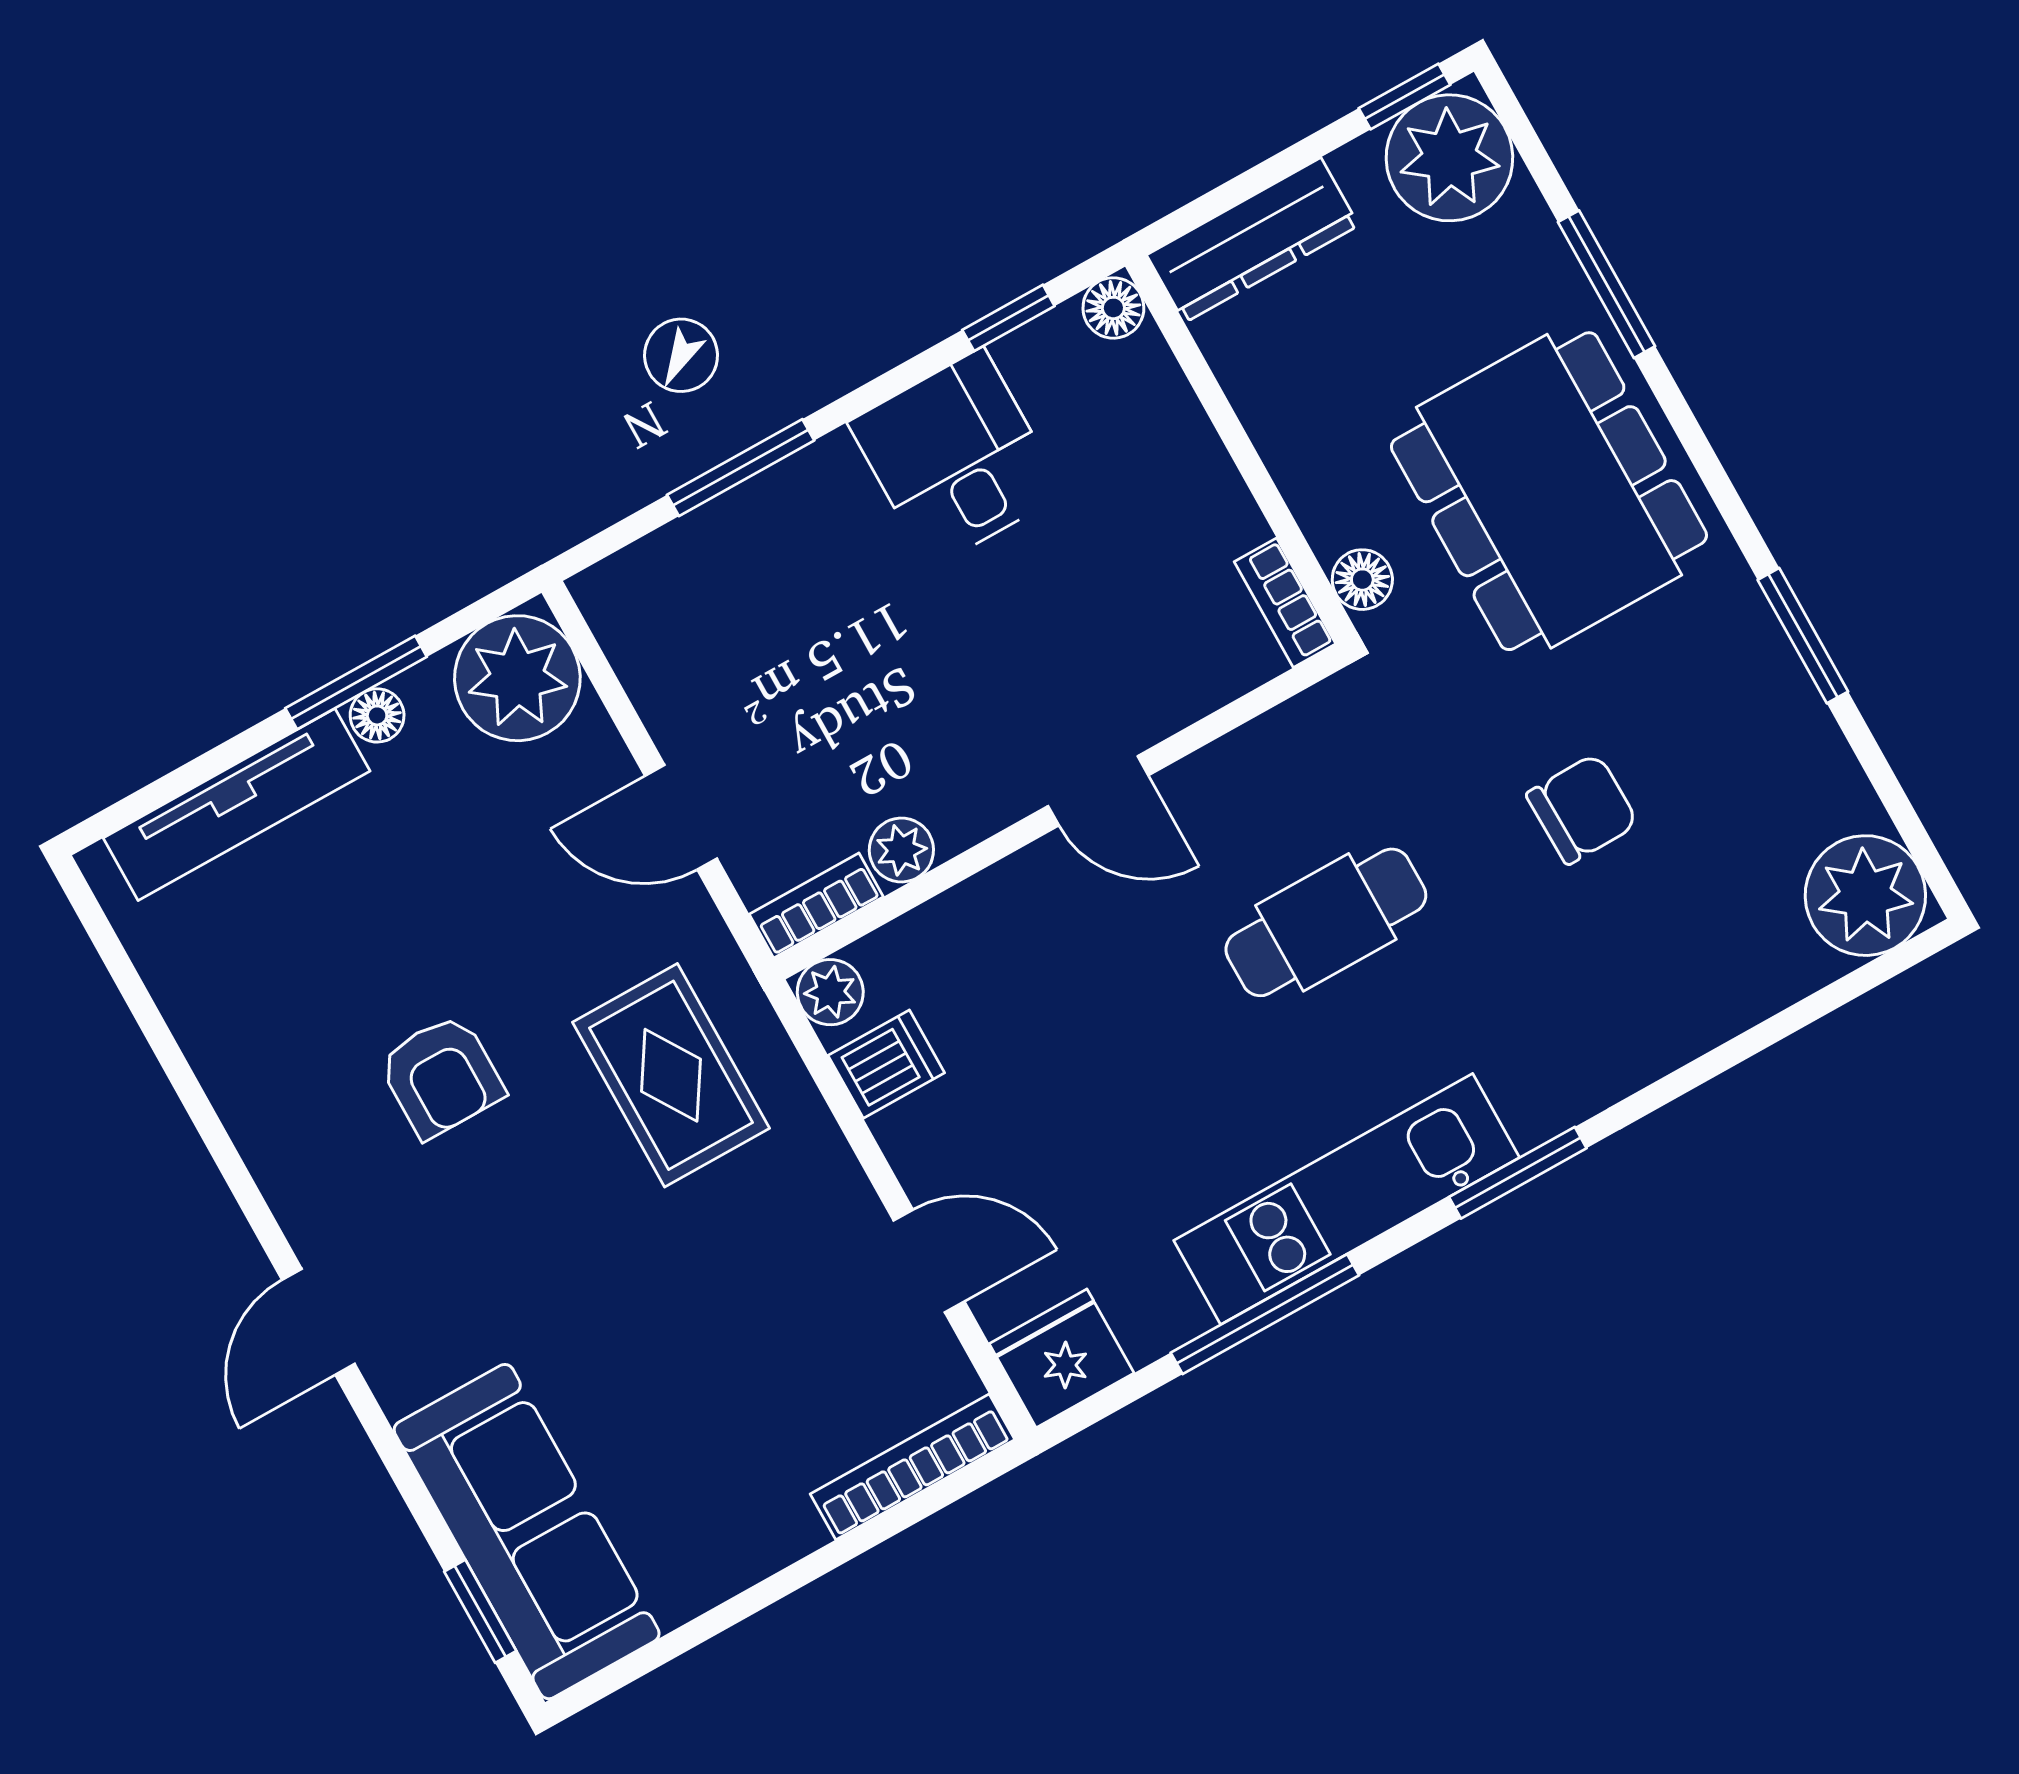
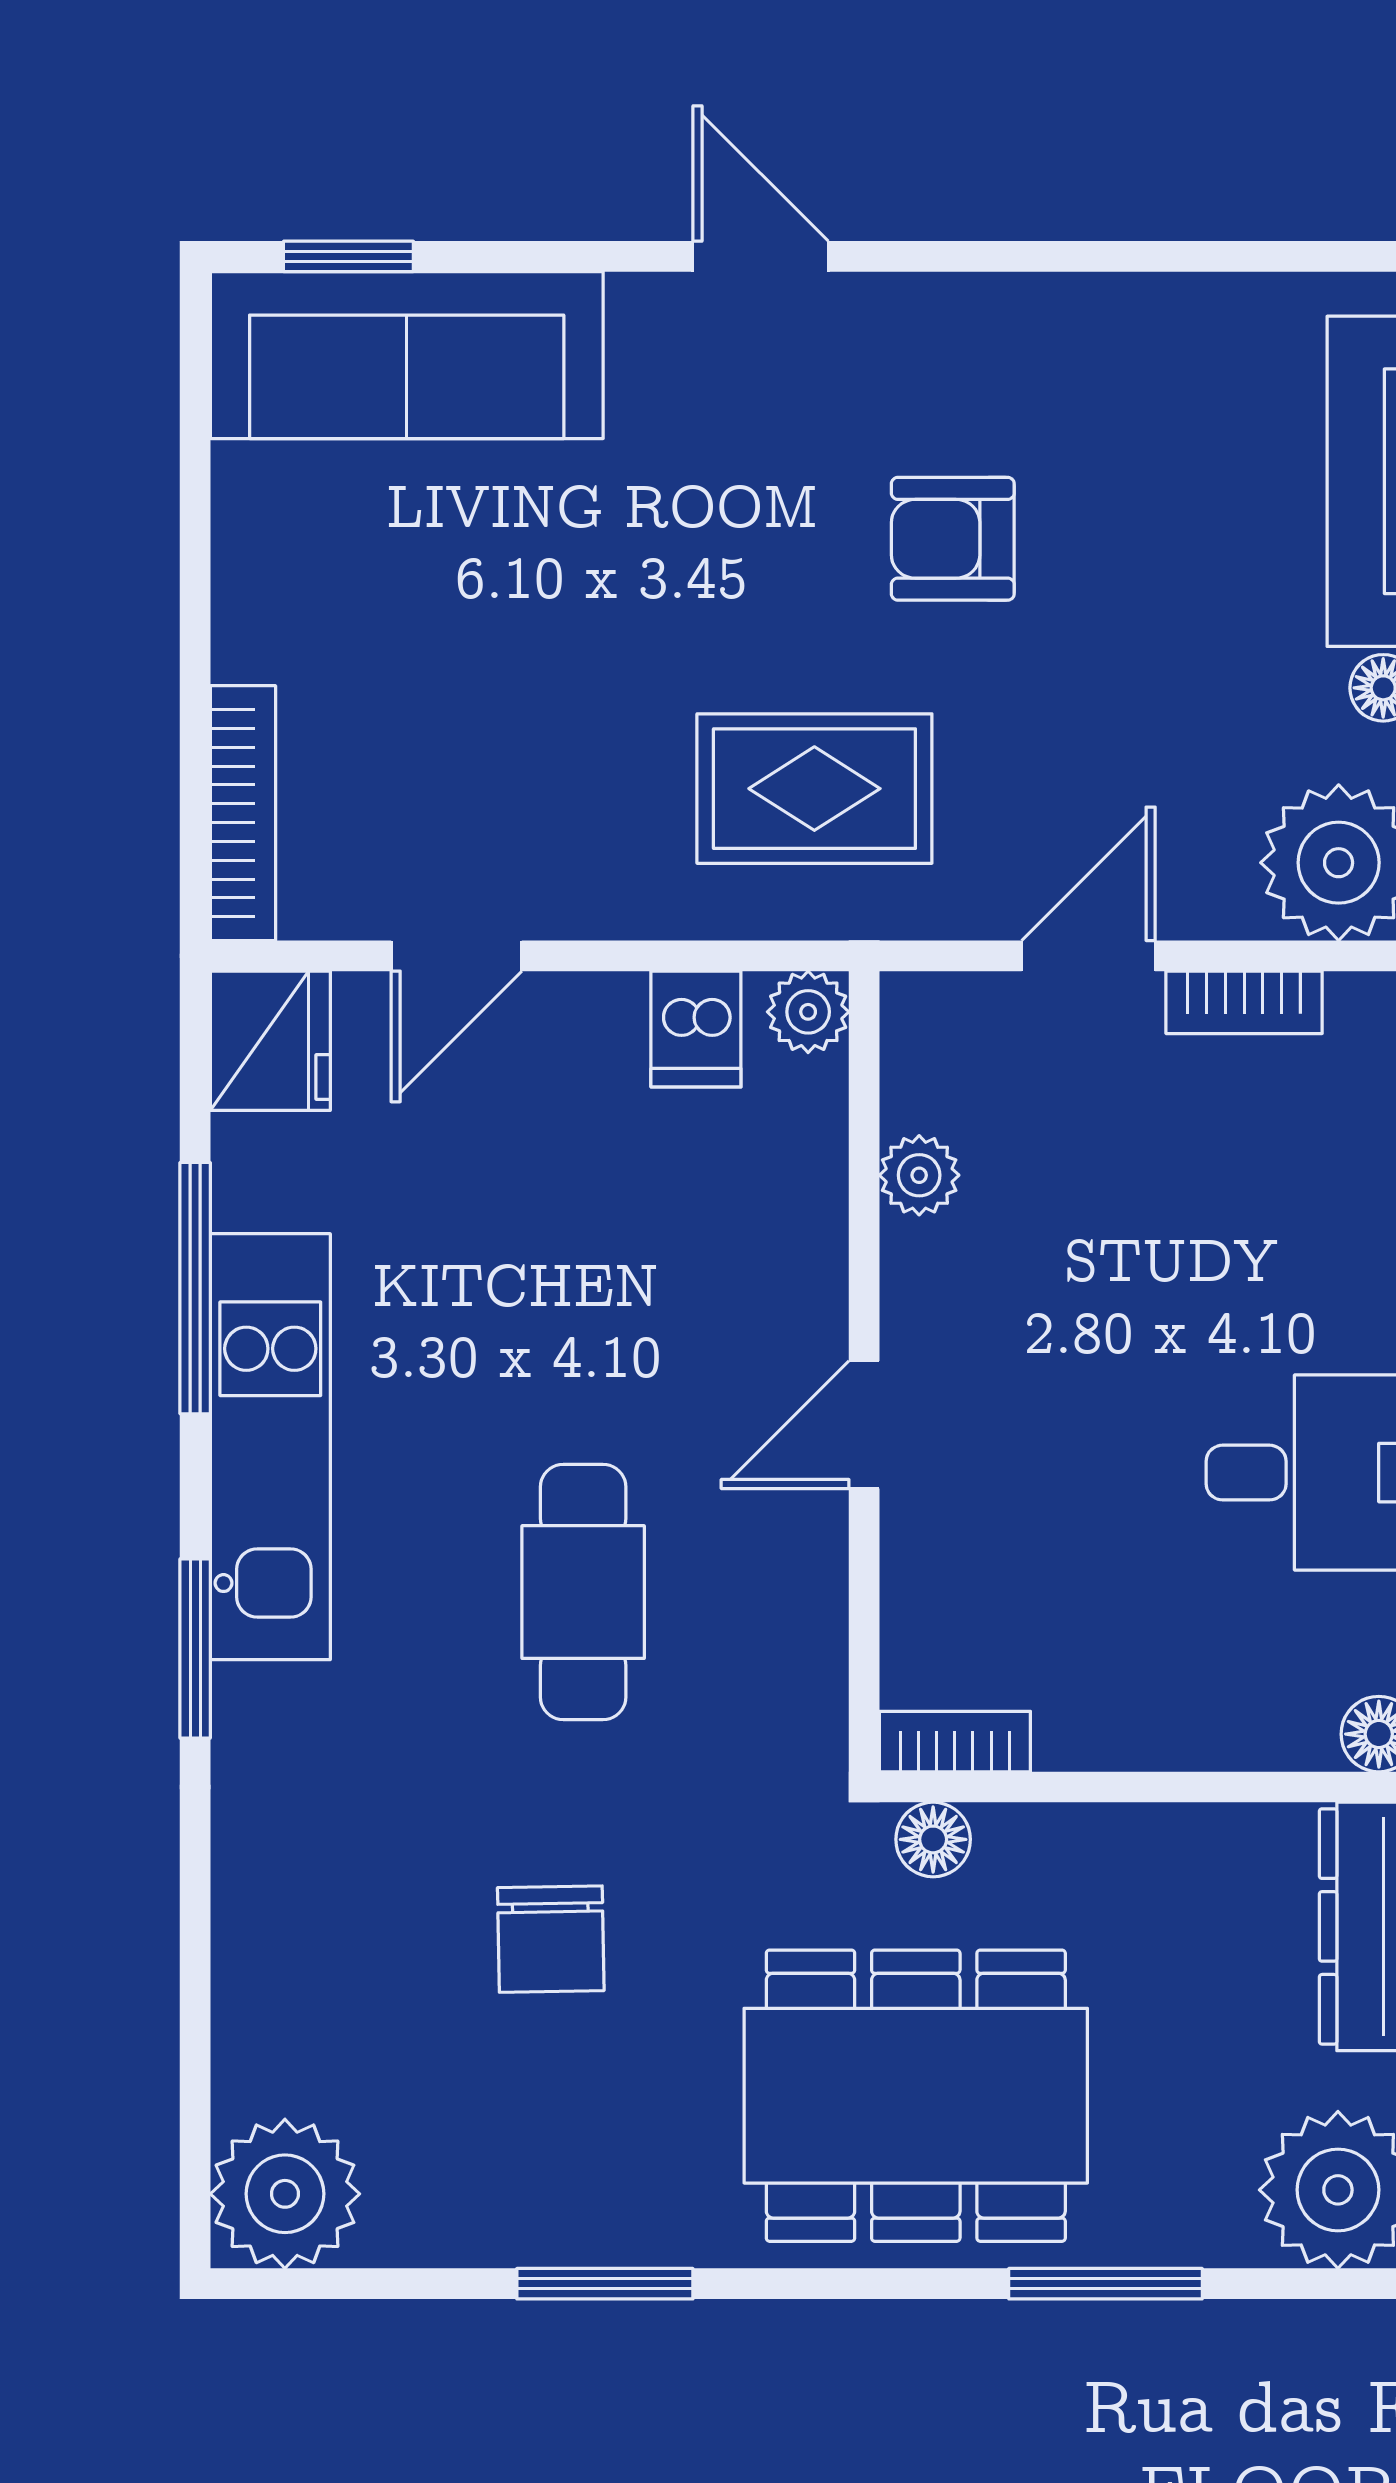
bookcase: (816, 906) -> (1244, 1002), moved, turned 90

